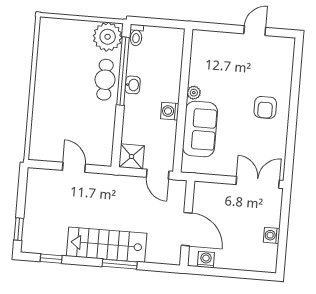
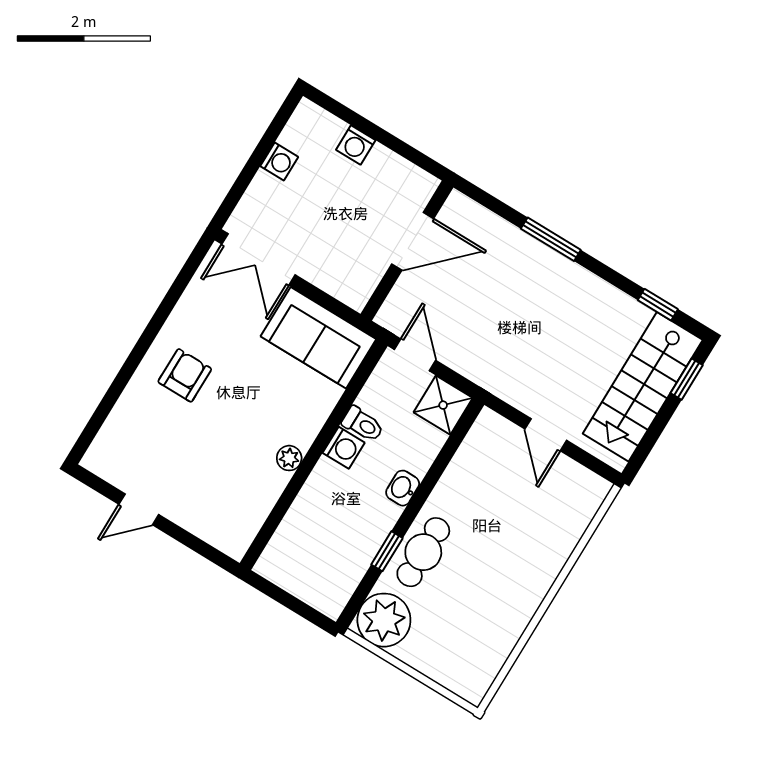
toilet: (136, 35) -> (363, 424), moved, turned 90
window: (123, 71) -> (387, 551), width x0.32
washbasin: (133, 85) -> (403, 488), moved
sofa: (200, 129) -> (318, 338), moved, turned -90
door: (187, 229) -> (413, 241), swing flipped
stairs: (107, 245) -> (643, 387), moved, turned 90
washing machine: (206, 260) -> (356, 145), moved

